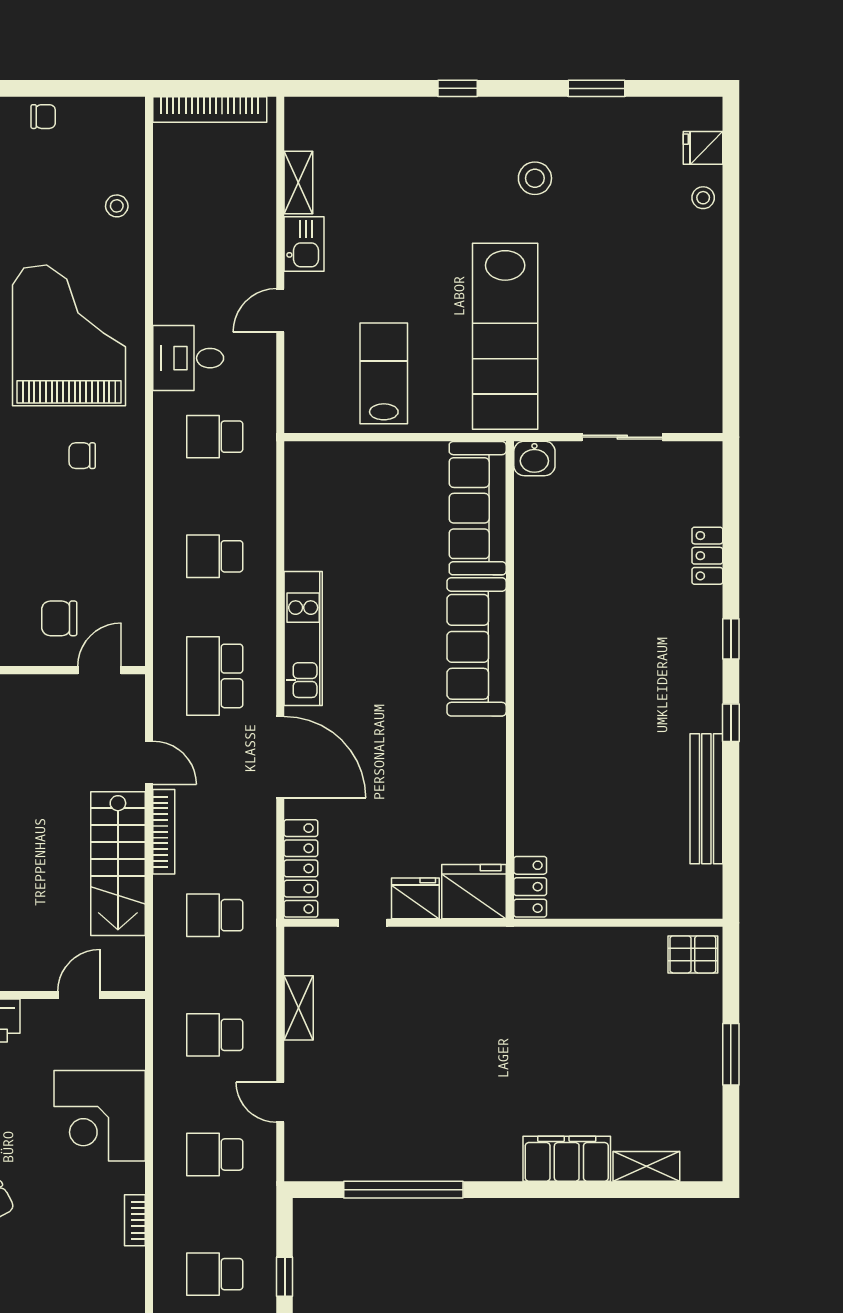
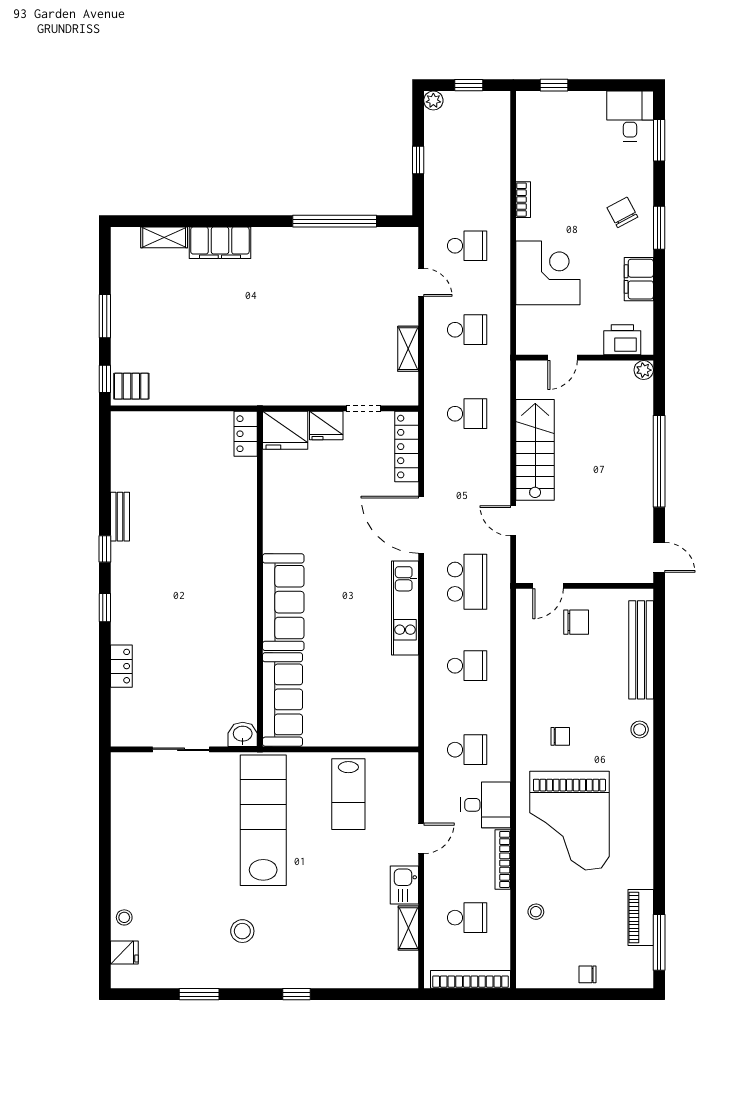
bench: (706, 799) -> (120, 517), width x0.54, depth x0.82
bookcase: (164, 832) -> (503, 859), moved
window: (731, 965) -> (105, 379), added
school desk: (215, 1274) -> (467, 918), moved

